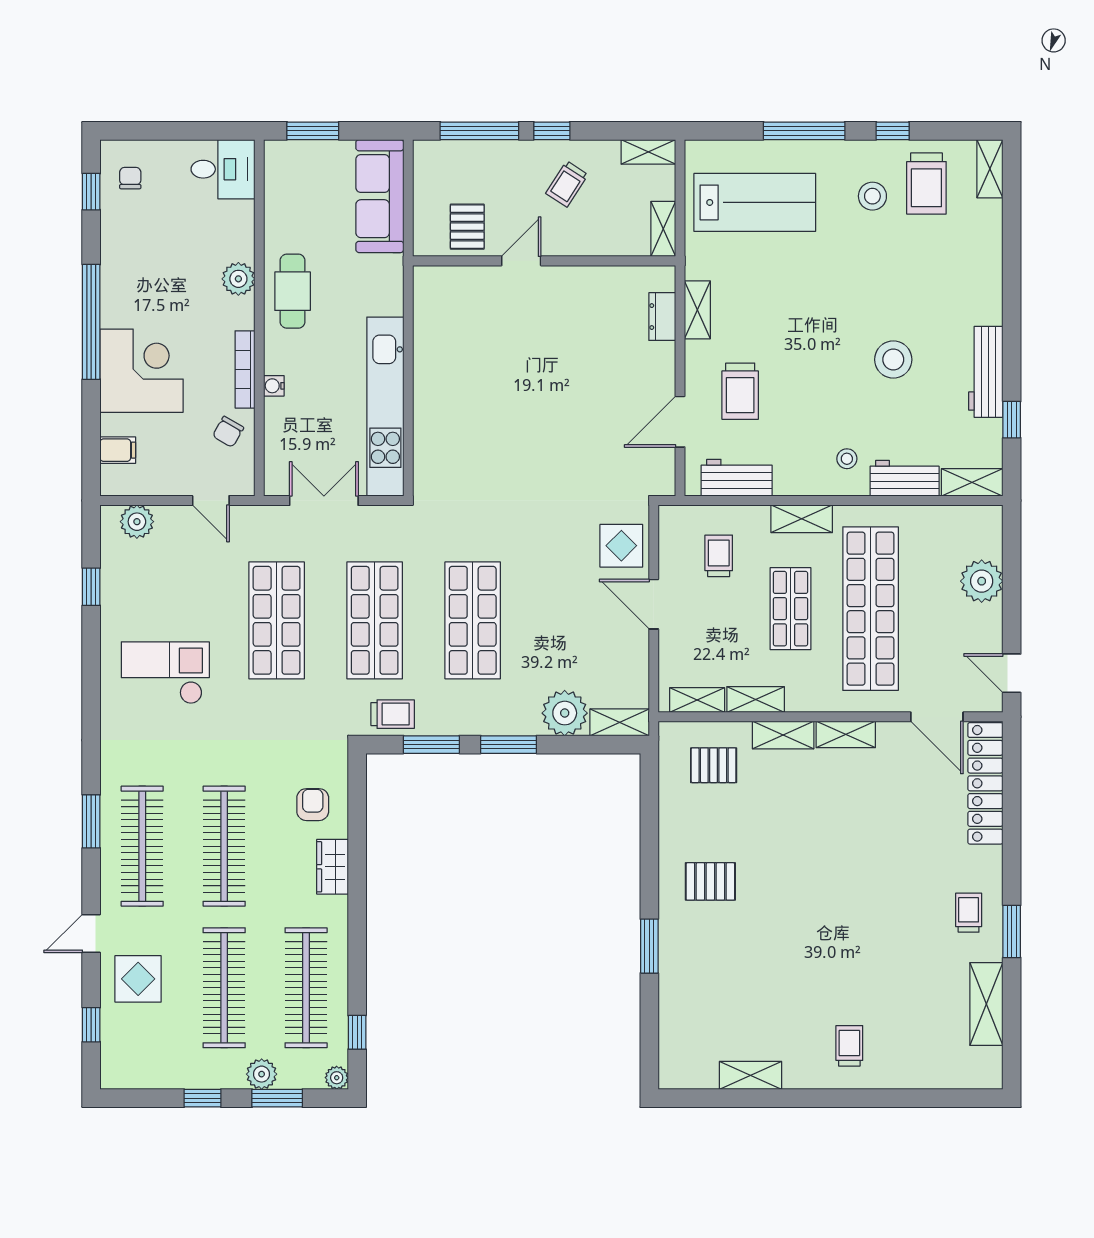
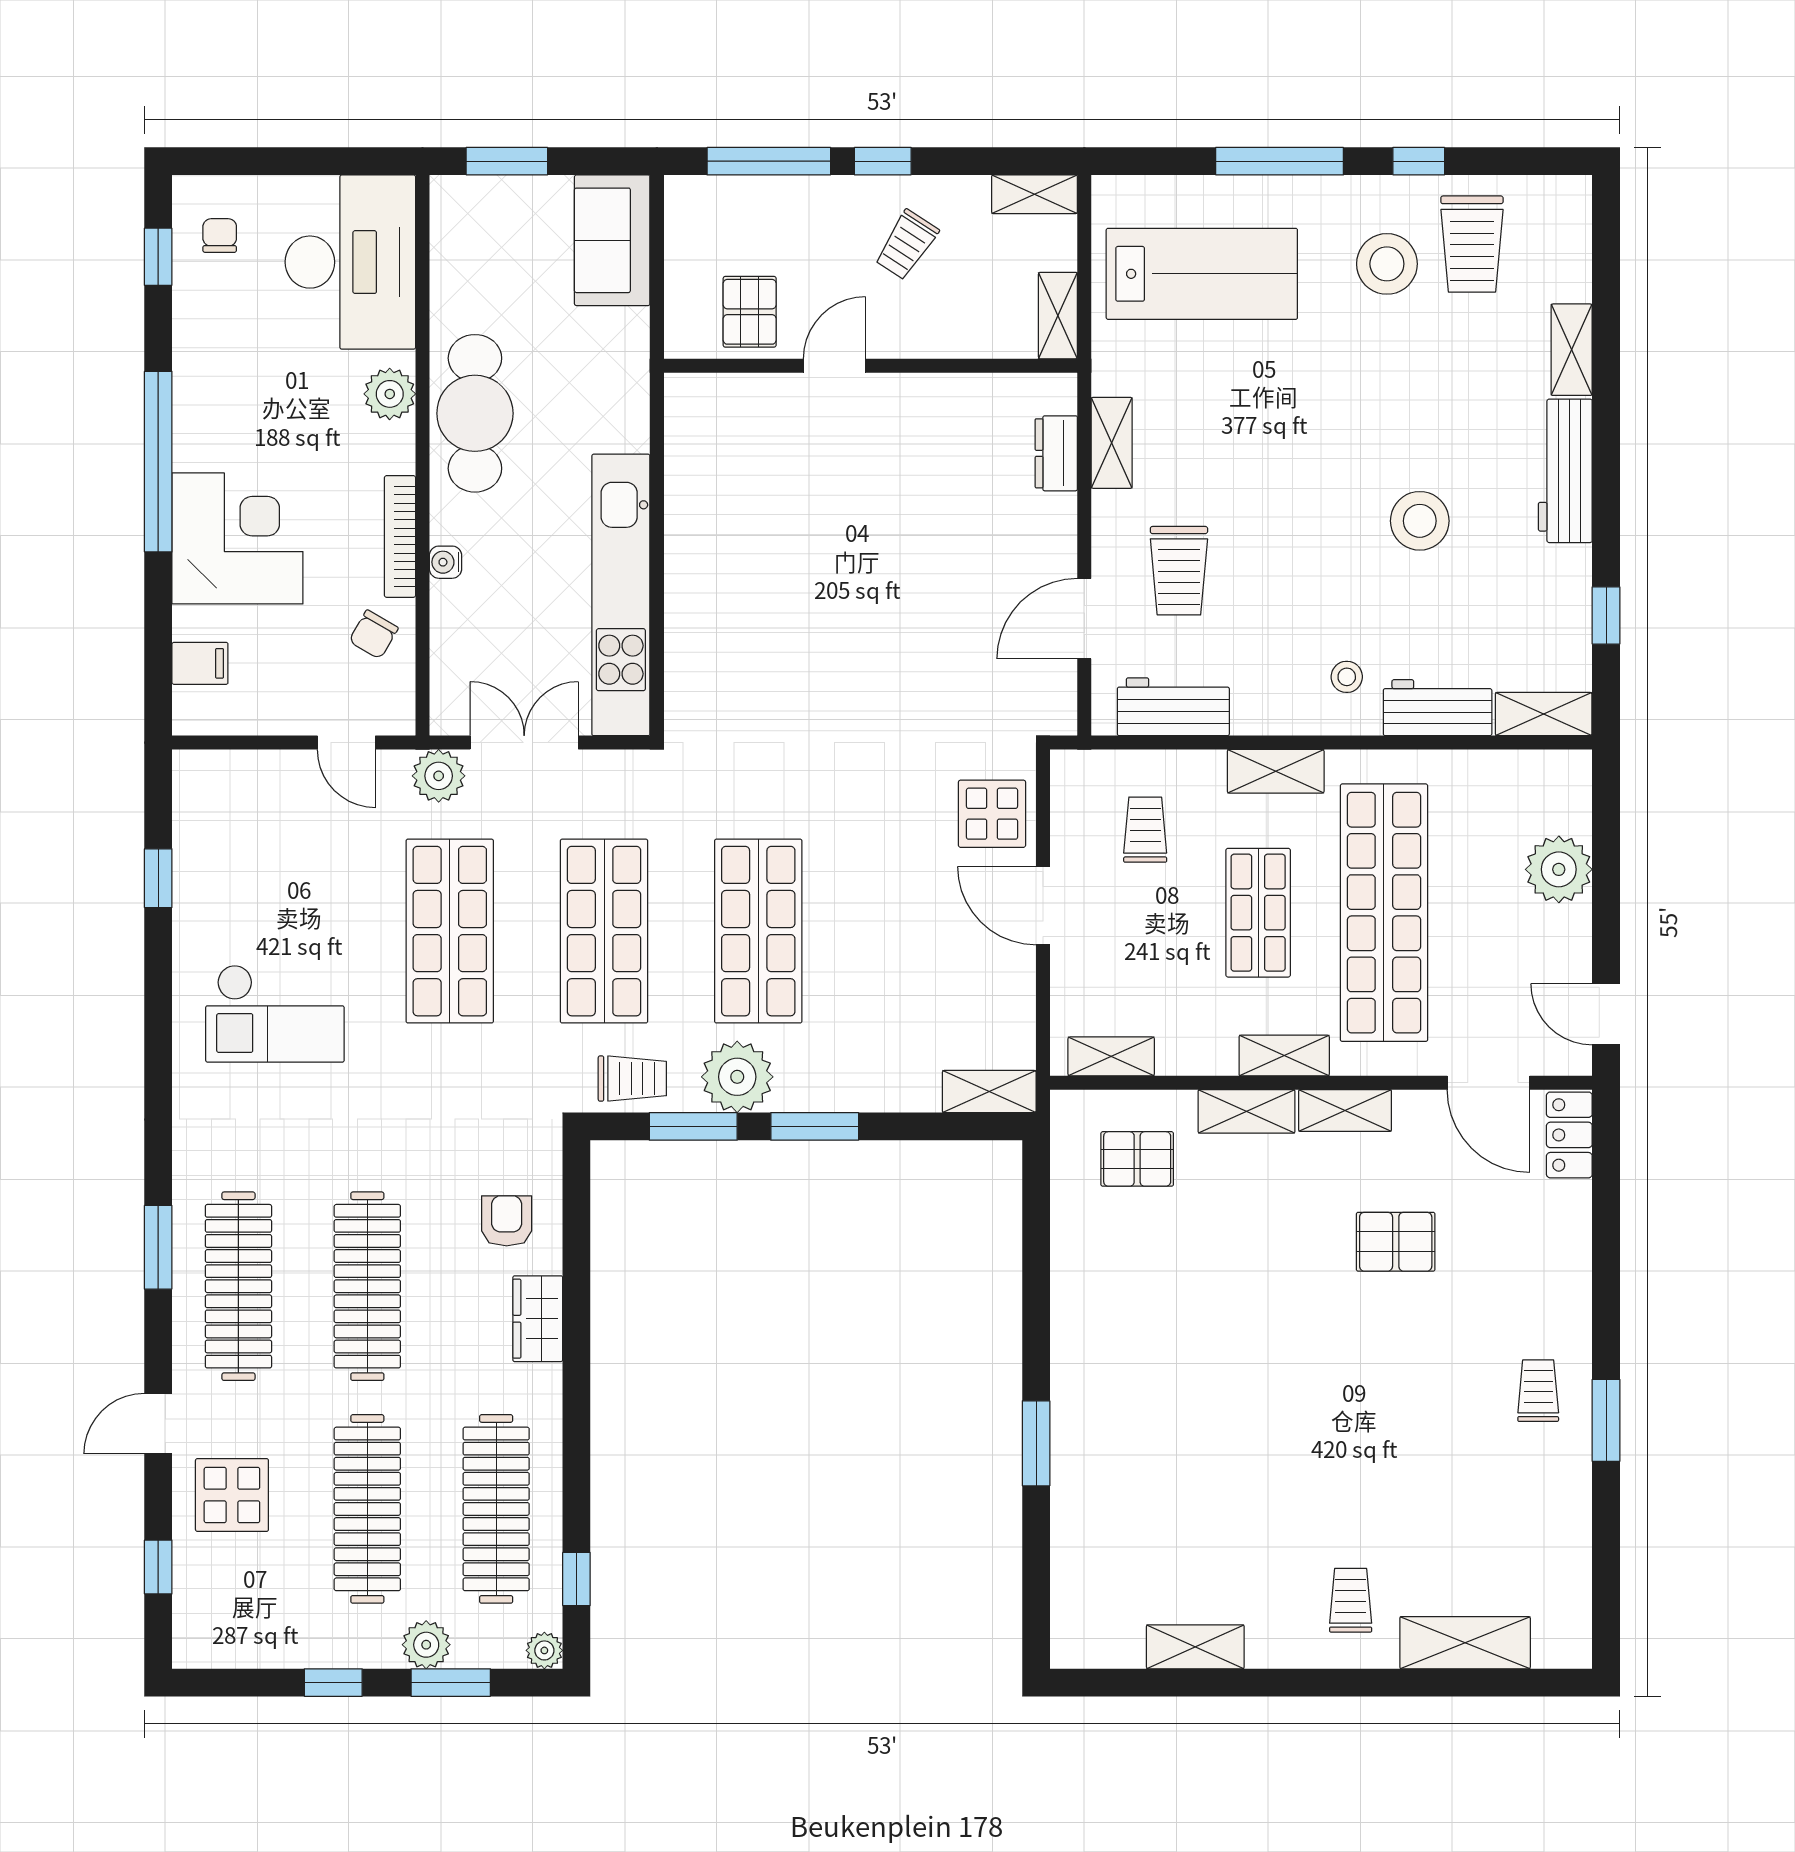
desk: (223, 169) -> (350, 262), width x1.87, depth x1.30
shelving: (990, 169) -> (1572, 350), moved
sofa: (380, 196) -> (612, 240), width x0.73
stool: (872, 196) -> (1387, 264), width x1.38, depth x1.38
cafe table: (293, 291) -> (475, 413), width x1.37, depth x1.35
workbench: (986, 372) -> (1565, 471), moved
plant: (137, 522) -> (439, 776), moved
checkout: (165, 673) -> (275, 1014), turned 180
shelving: (756, 699) -> (1284, 1056), moved
plant: (565, 713) -> (737, 1077), moved
locker: (985, 783) -> (1569, 1135), width x0.46, depth x0.83
pallet: (710, 881) -> (1396, 1242), moved
shelving: (986, 1004) -> (1465, 1643), moved, turned 90

